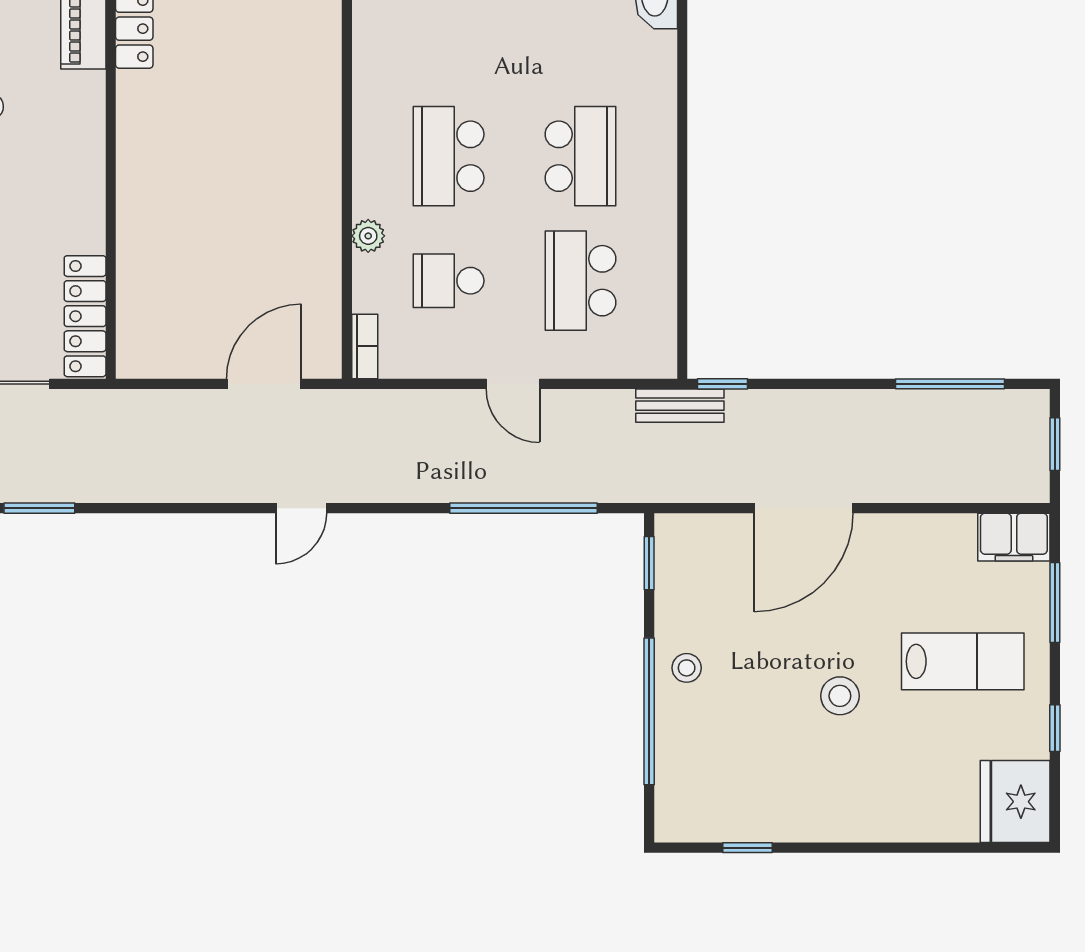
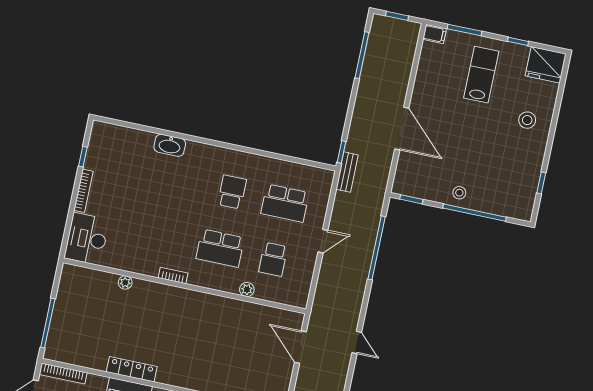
school desk: (580, 156) -> (232, 192), width x0.54
bookcase: (365, 346) -> (173, 275), moved
filing cabinet: (1014, 537) -> (435, 34), width x0.50
stool: (840, 696) -> (527, 120), moved

